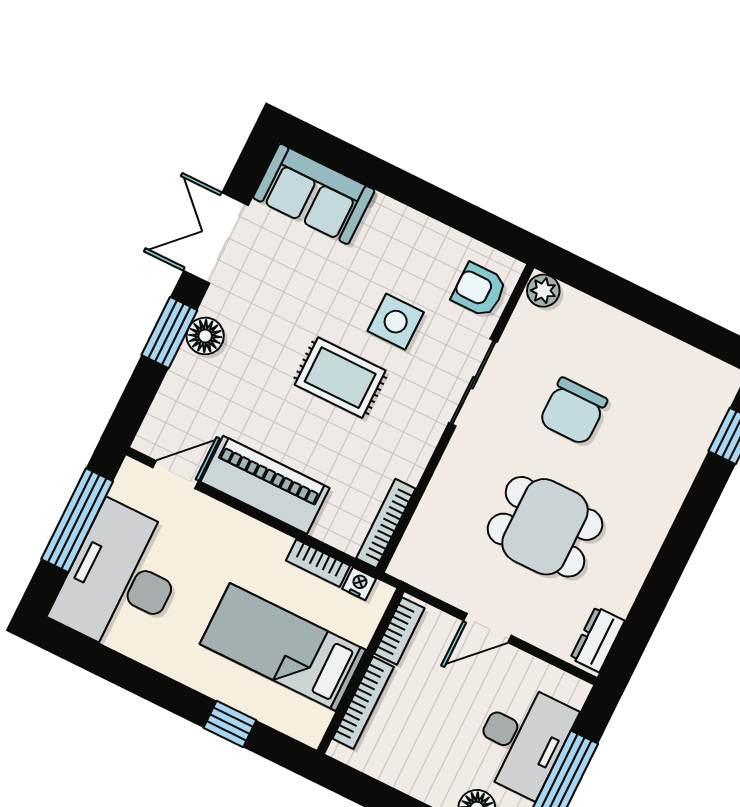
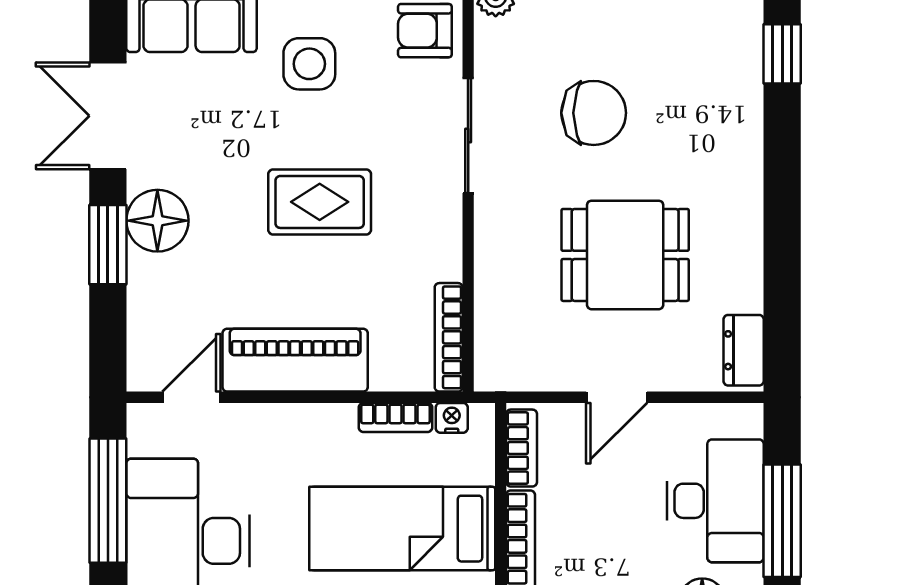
side table: (396, 322) -> (309, 64), moved
floor lamp: (205, 336) -> (157, 221), width x1.38, depth x1.38
chair: (573, 411) -> (594, 113), turned -90

